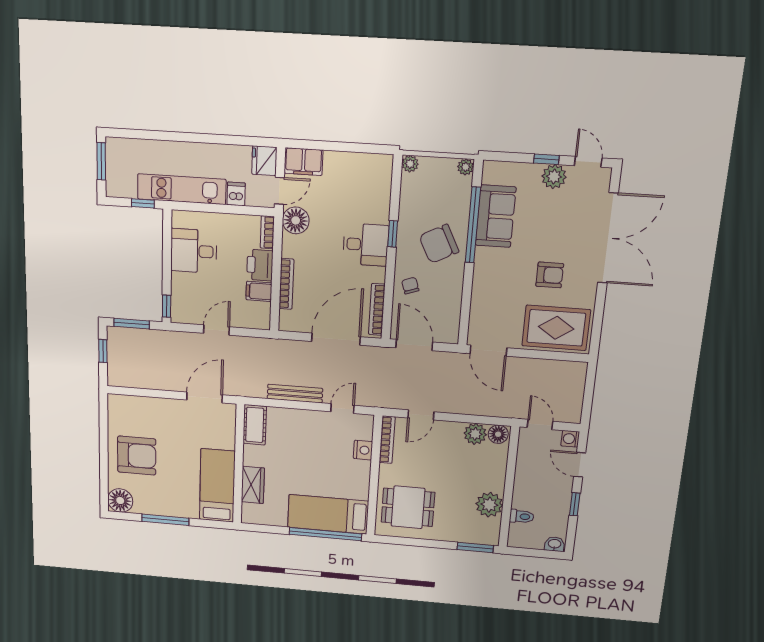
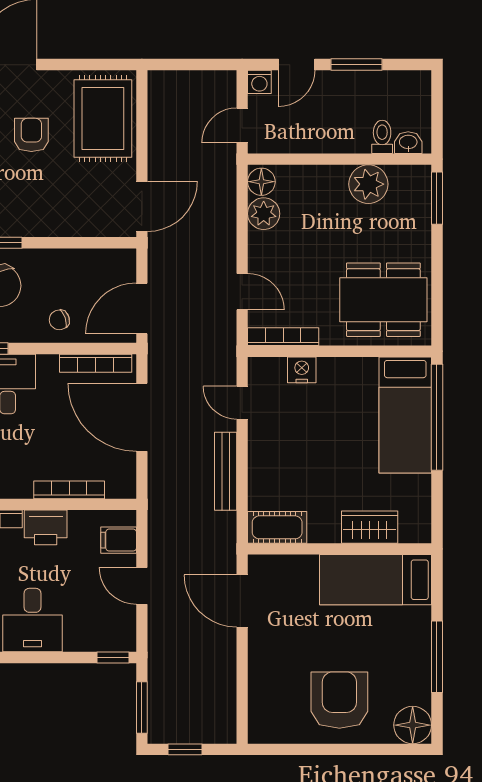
filing cabinet: (259, 291) -> (119, 540), moved, turned 90
window: (575, 504) -> (357, 65), width x1.50
dining table: (408, 507) -> (383, 300), width x1.38
washbasin: (555, 544) -> (408, 143), moved, turned 90

